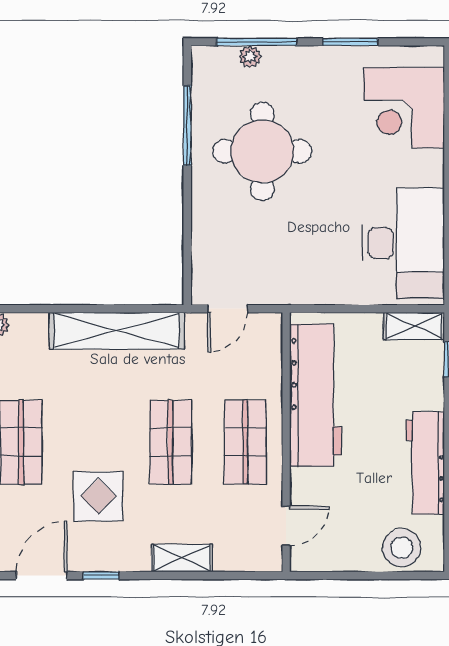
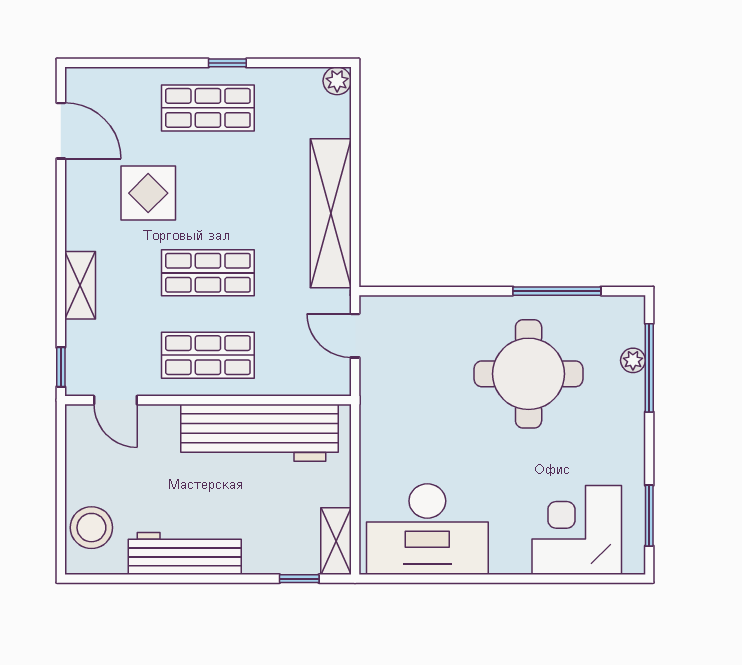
window: (350, 42) -> (649, 516), moved
window: (101, 575) -> (61, 367), moved

